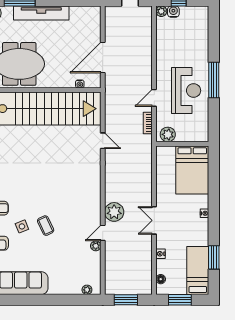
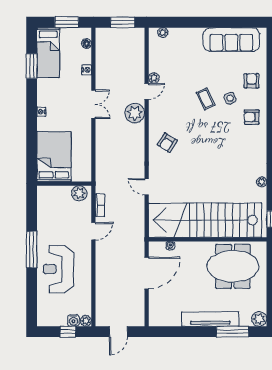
reception desk: (186, 91) -> (58, 269), moved
armchair: (83, 183) -> (167, 143), added

